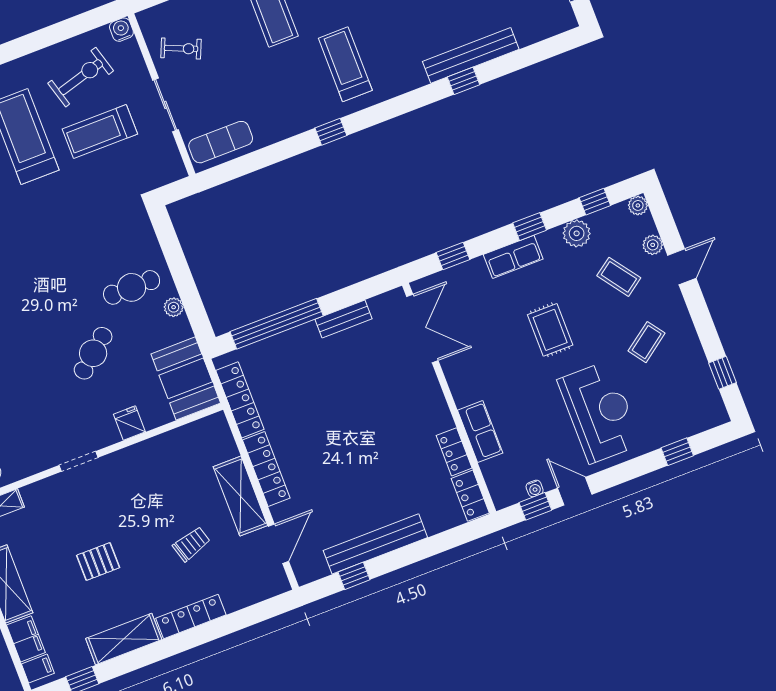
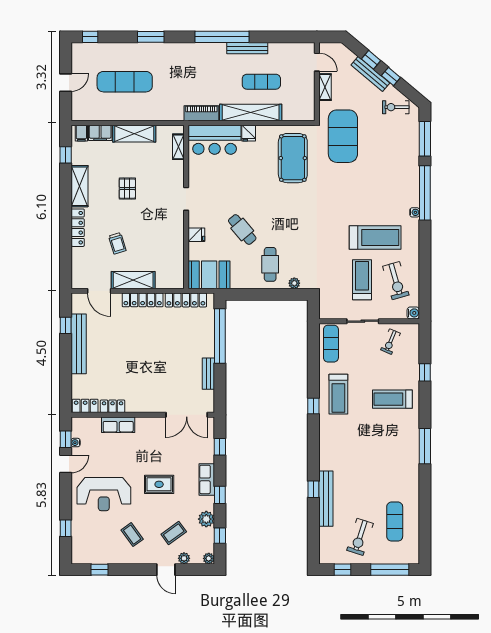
treadmill: (345, 64) -> (338, 394), moved, turned 90
plant: (174, 307) -> (294, 283), moved

